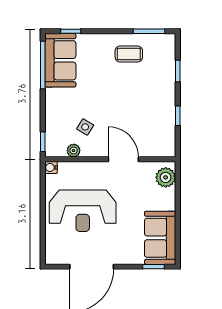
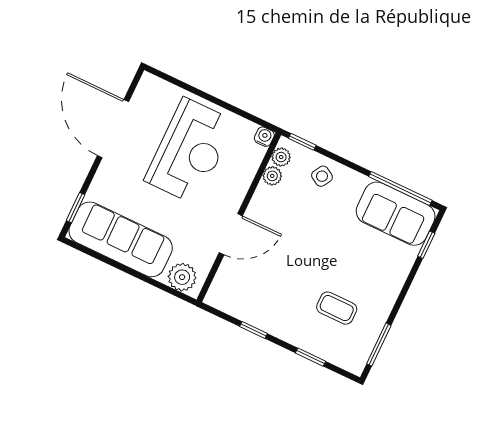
coffee table: (129, 54) -> (337, 308), moved, turned 90
side table: (85, 127) -> (322, 176), moved
plant: (59, 151) -> (281, 157), added
reception desk: (83, 211) -> (190, 151), turned 180
sofa: (160, 238) -> (121, 239), width x1.36

